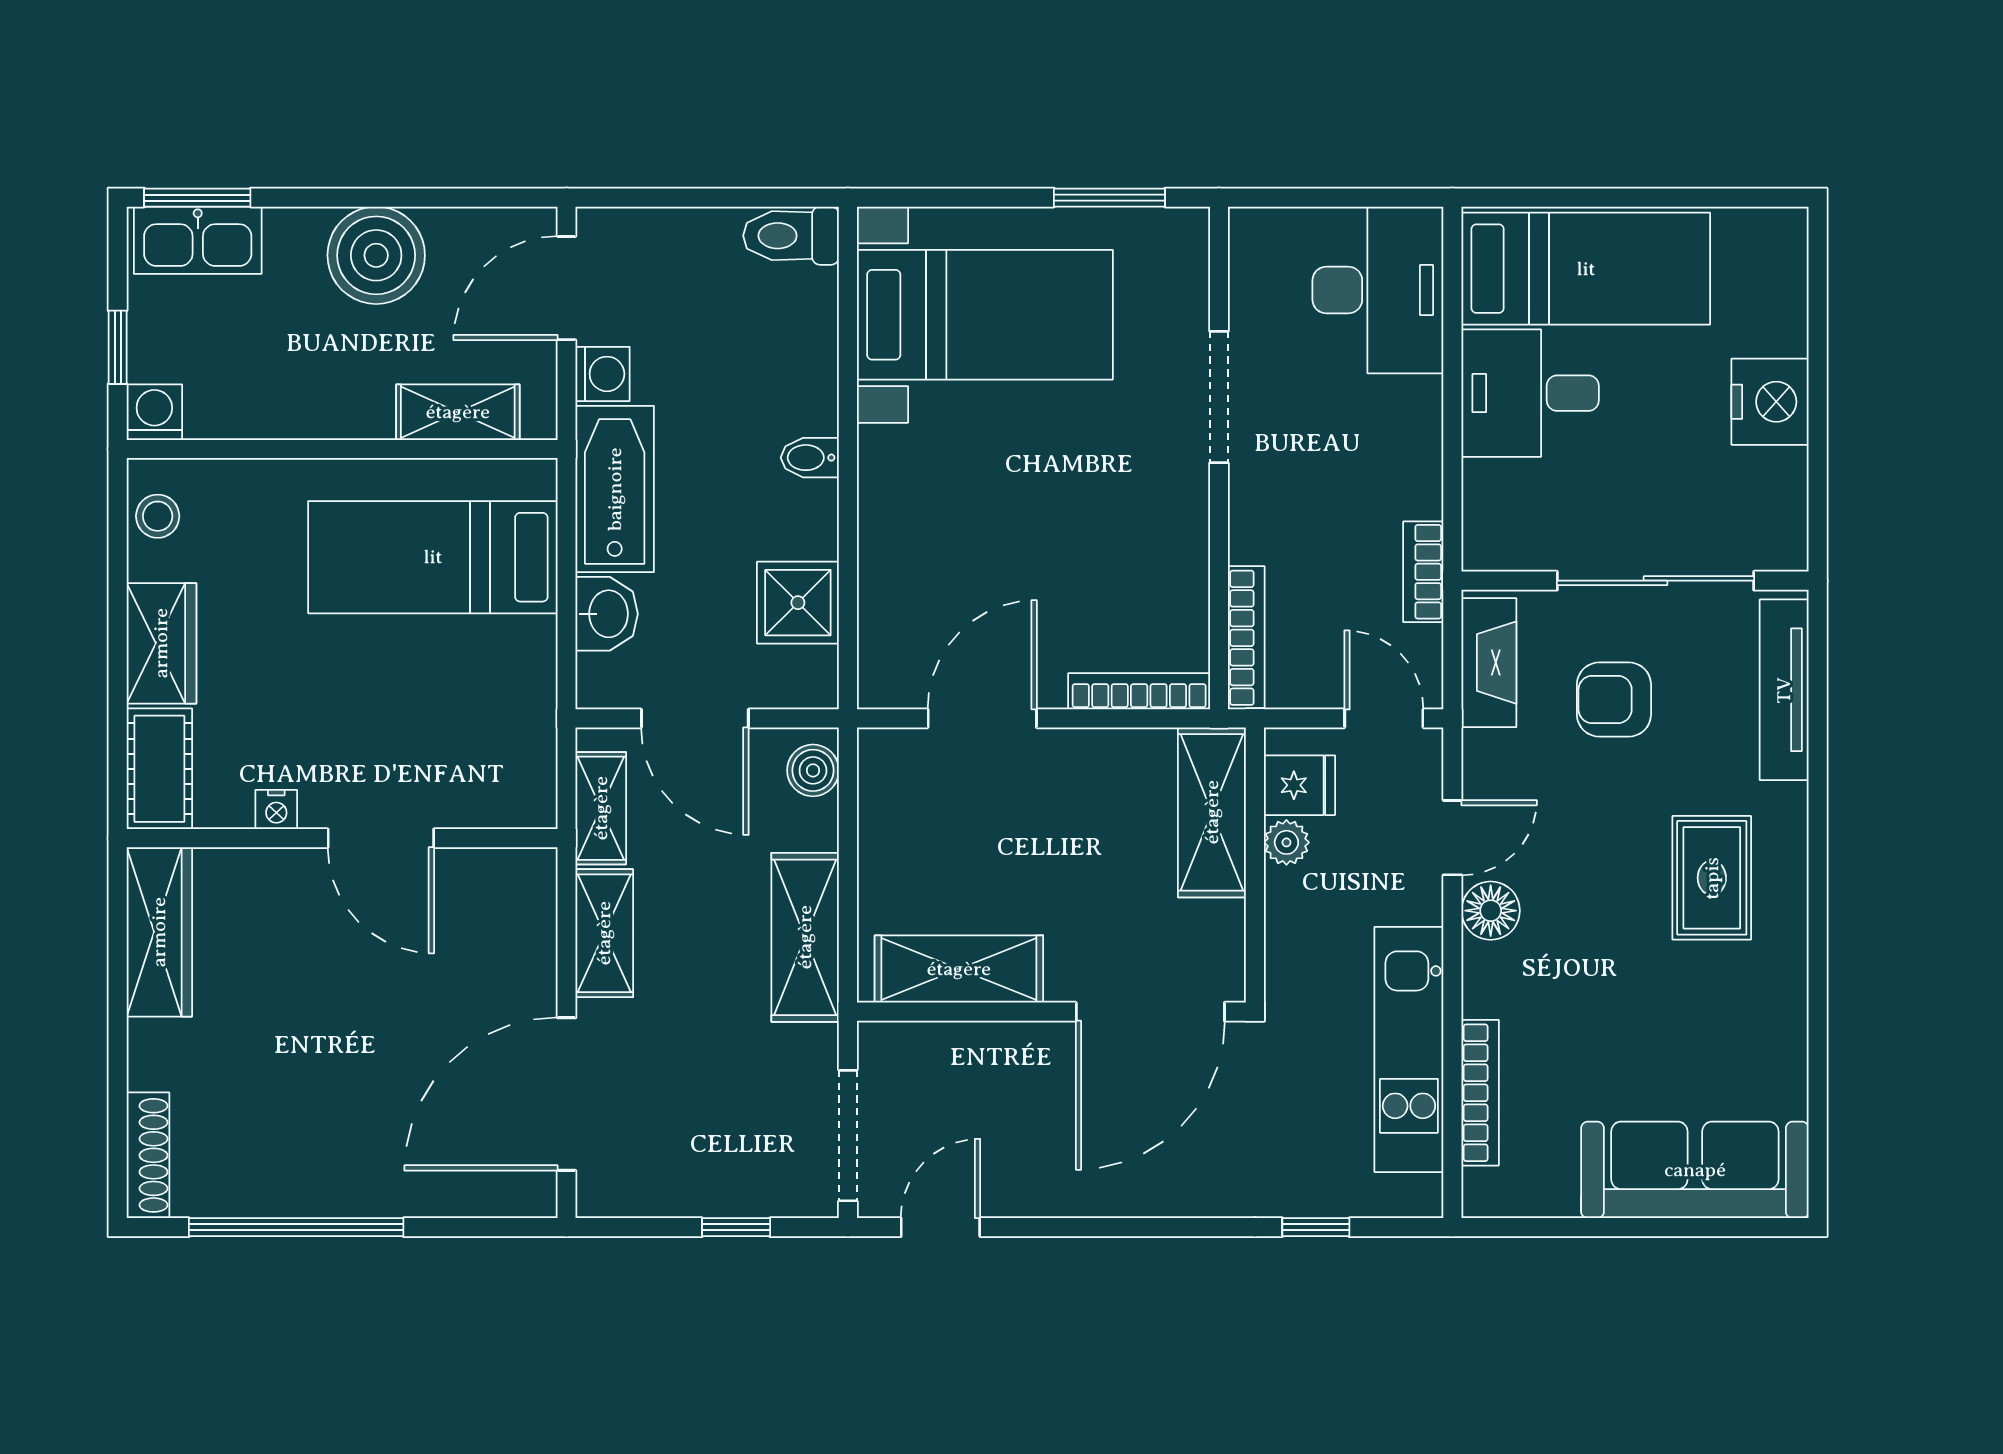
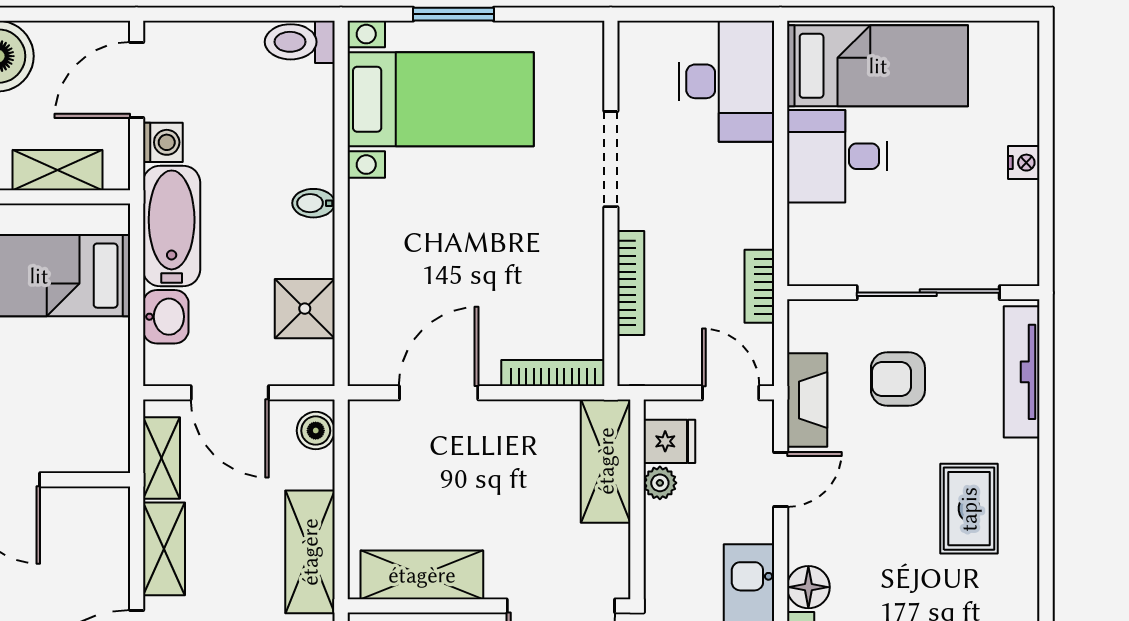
window: (1109, 198) -> (453, 14), moved
nightstand: (1770, 402) -> (1024, 163), width x0.53, depth x0.56
bookcase: (1246, 638) -> (631, 283), moved
fireplace: (1489, 663) -> (807, 400), moved
floor lamp: (1491, 911) -> (808, 587), moved

